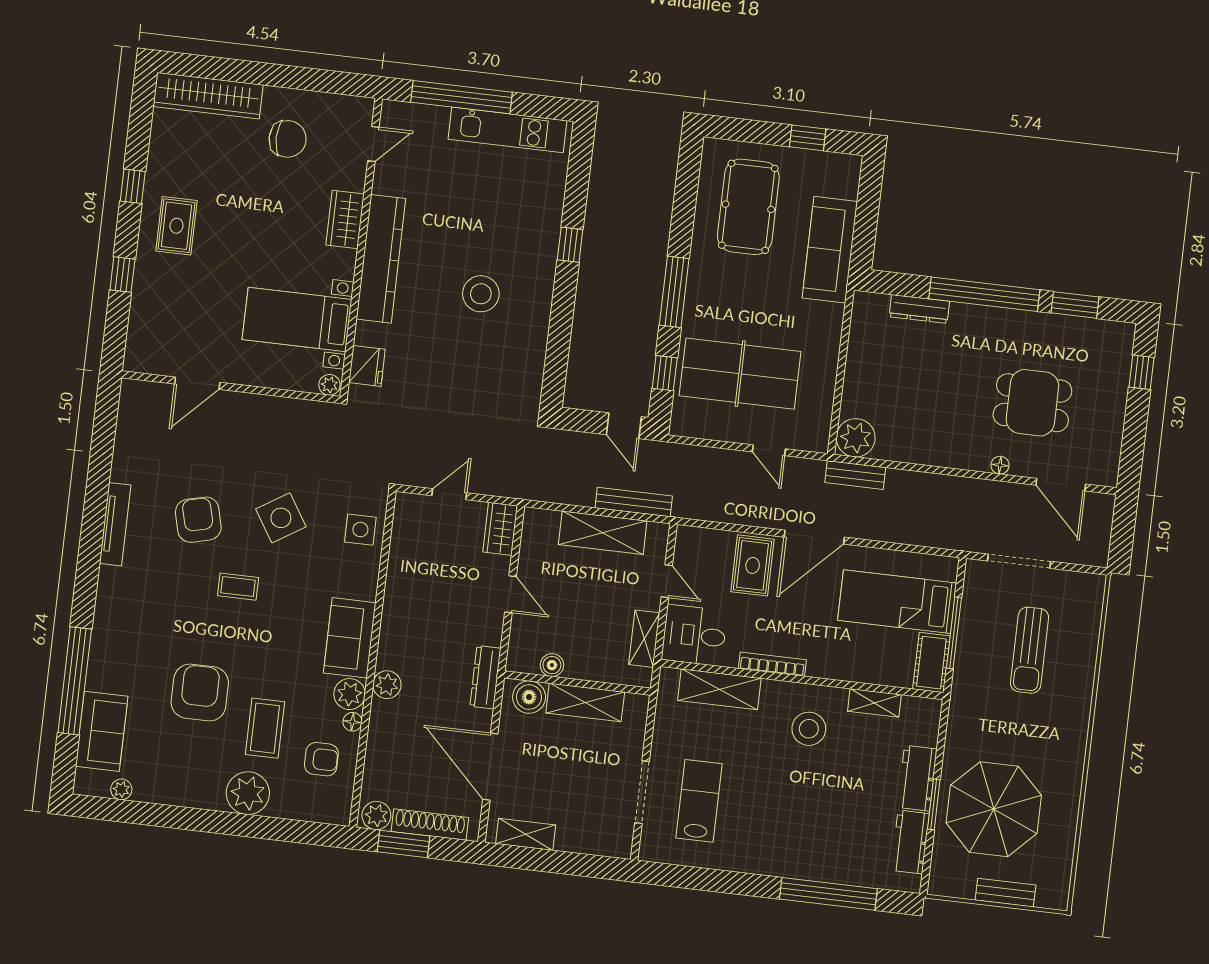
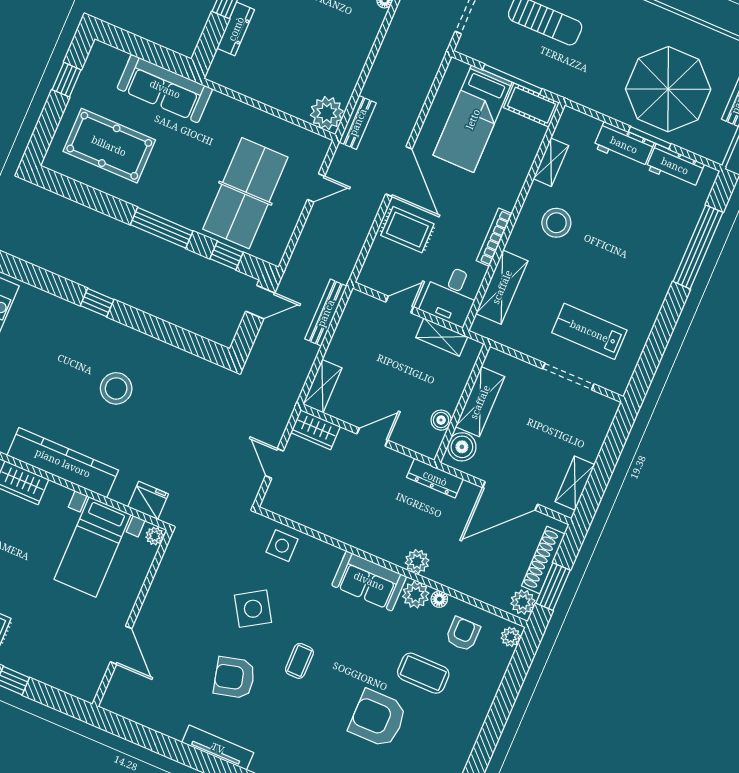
shelving: (603, 533) -> (322, 386), moved, width x0.67, depth x0.75
plant: (248, 793) -> (511, 637), moved, width x0.53, depth x0.53

